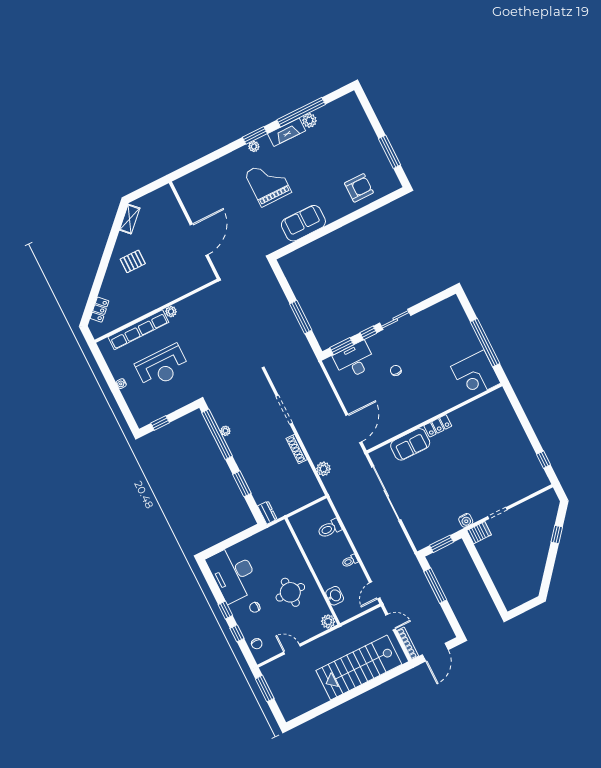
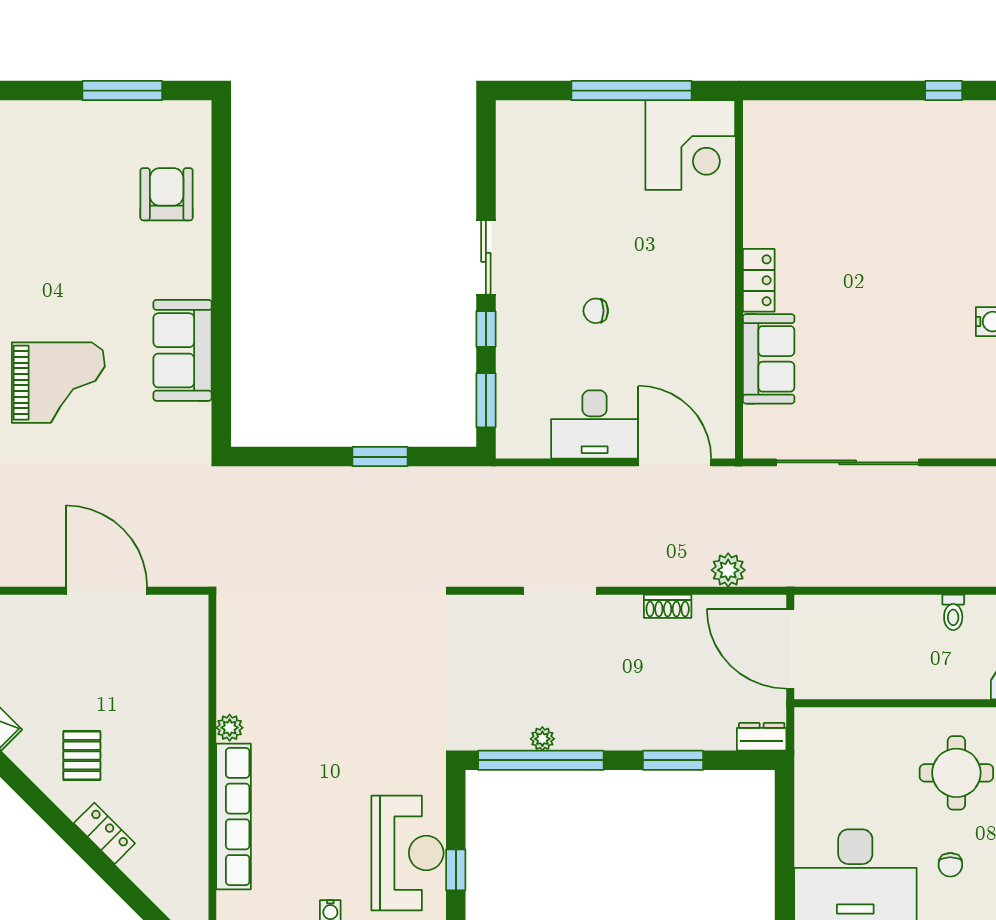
grand piano: (268, 183) -> (58, 383), turned 180
locker: (100, 310) -> (104, 833), moved
window: (301, 317) -> (380, 457), width x0.69
desk: (354, 360) -> (595, 424), moved, turned -90
reception desk: (162, 367) -> (407, 853), moved
shoe rack: (297, 449) -> (668, 606), width x0.70
door: (306, 507) -> (790, 649), added
toilet: (329, 529) -> (862, 621), removed

